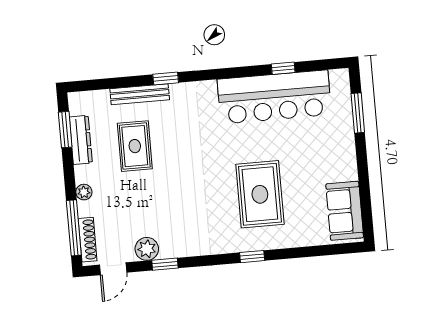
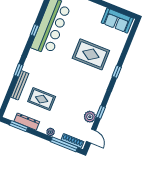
window: (283, 68) -> (35, 30), moved

